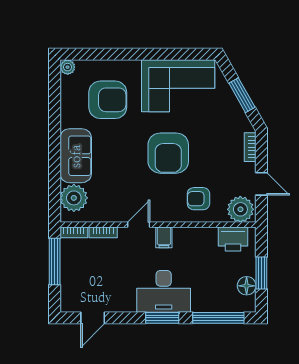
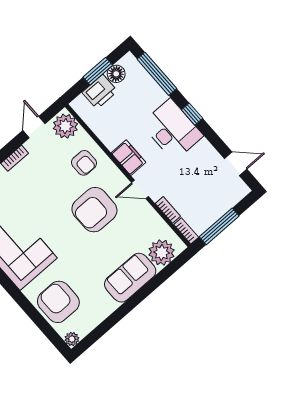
armchair: (108, 100) -> (58, 302), moved
armchair: (168, 153) -> (94, 210), moved, turned 180
filing cabinet: (164, 237) -> (128, 158), width x2.00
printer: (233, 239) -> (100, 92), moved, turned 90
window: (162, 318) -> (192, 114), width x0.67

